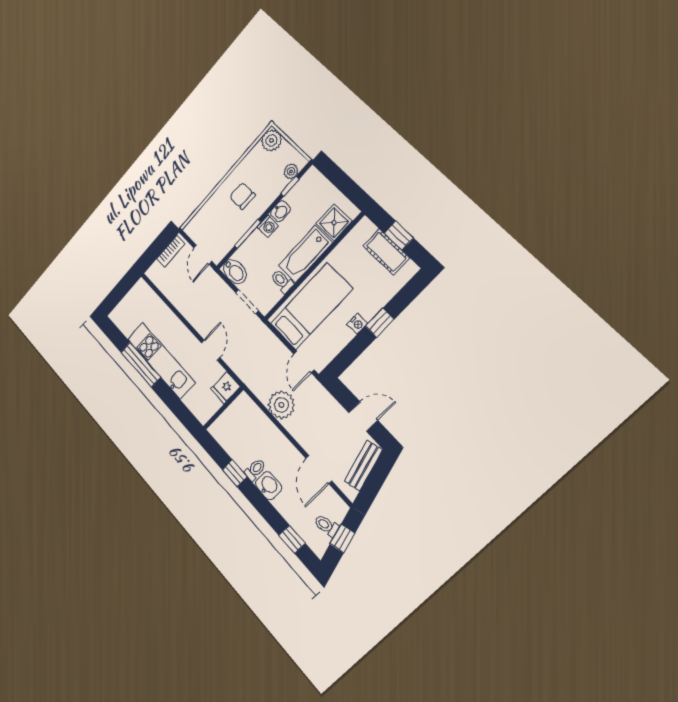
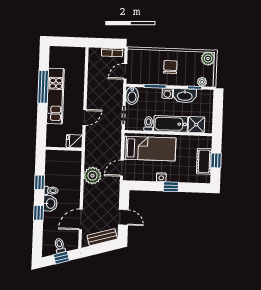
washbasin: (280, 211) -> (185, 96), width x1.91, depth x1.45
window: (292, 539) -> (38, 213), moved

